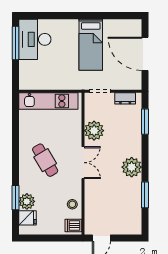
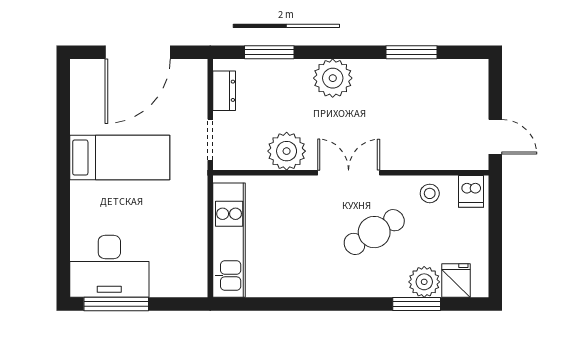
cafe table: (45, 160) -> (374, 232), moved
plant: (132, 167) -> (333, 78), moved

